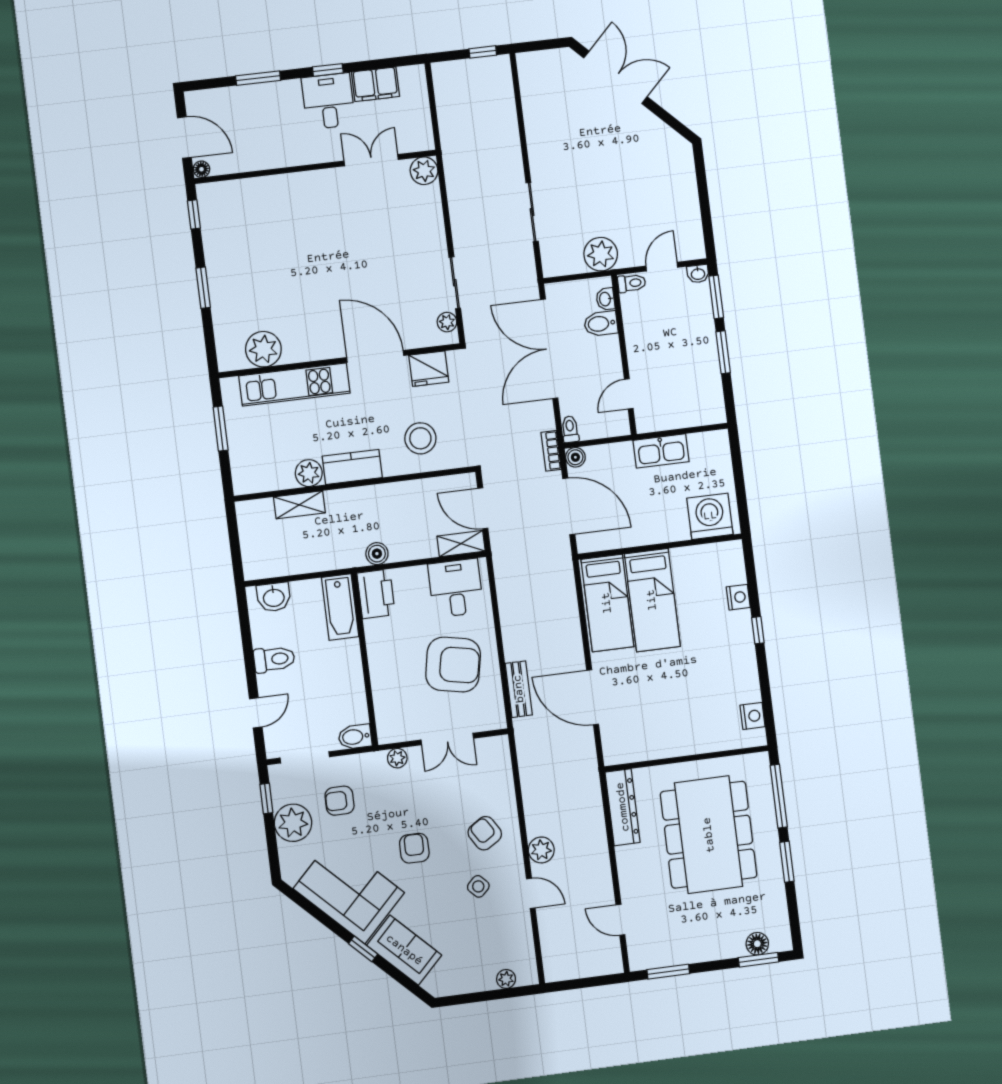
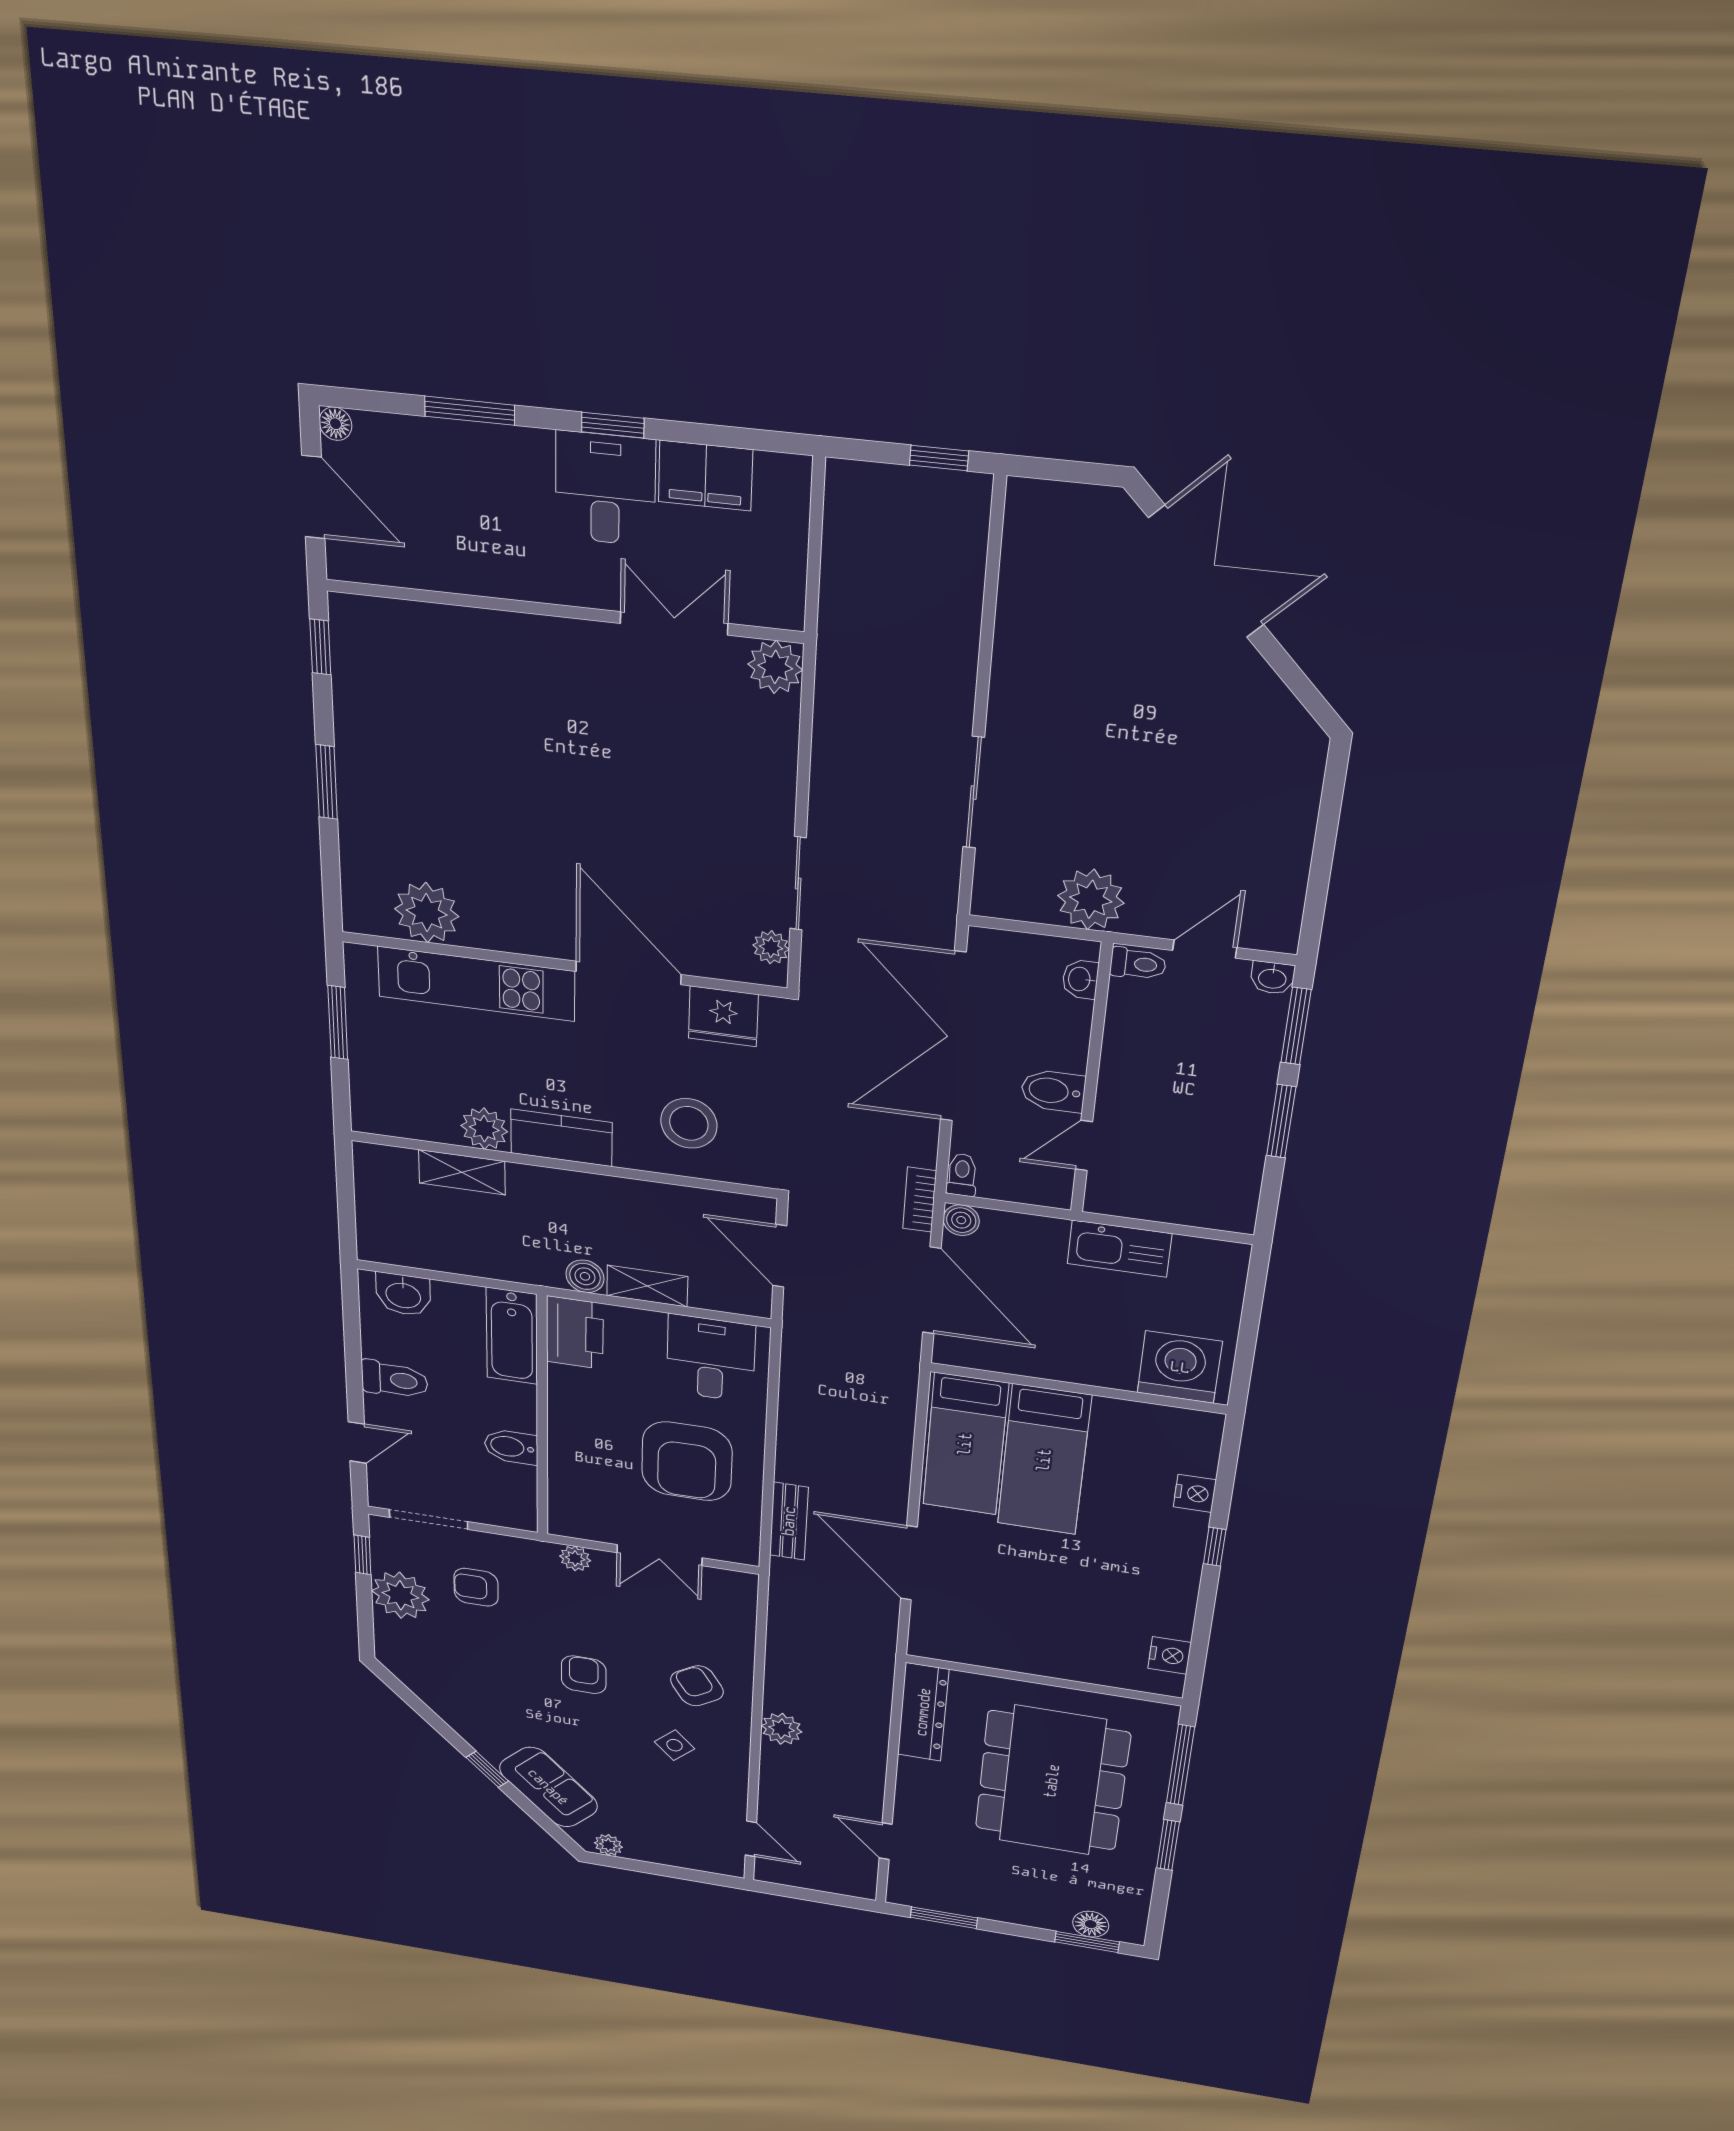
floor lamp: (201, 169) -> (335, 424), moved
bidet: (601, 324) -> (1053, 1091), moved
shelving: (461, 544) -> (647, 1286), moved
armchair: (453, 665) -> (687, 1461), turned 79
bidet: (355, 737) -> (511, 1447), moved
corner sofa: (349, 891) -> (475, 1698), removed
door: (531, 893) -> (751, 1839), moved
plant: (506, 979) -> (608, 1845), moved

